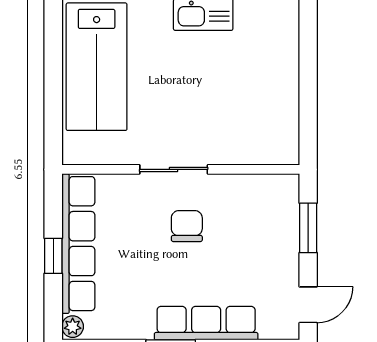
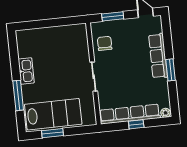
window: (53, 61) -> (53, 133), added
chair: (187, 226) -> (105, 43), moved, turned 90

